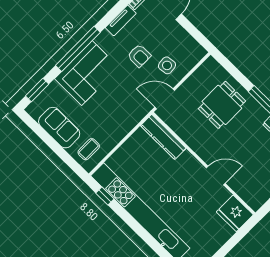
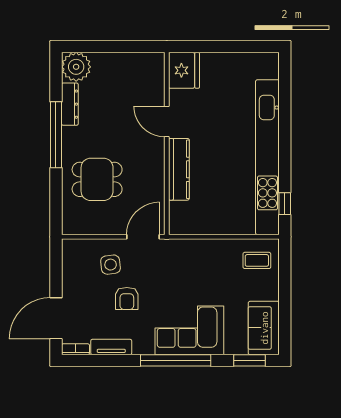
armchair: (139, 56) -> (127, 298), turned 180
door: (165, 99) -> (143, 237), swing flipped
sofa: (59, 128) -> (264, 328), moved
kitchen counter: (163, 137) -> (179, 169), moved

